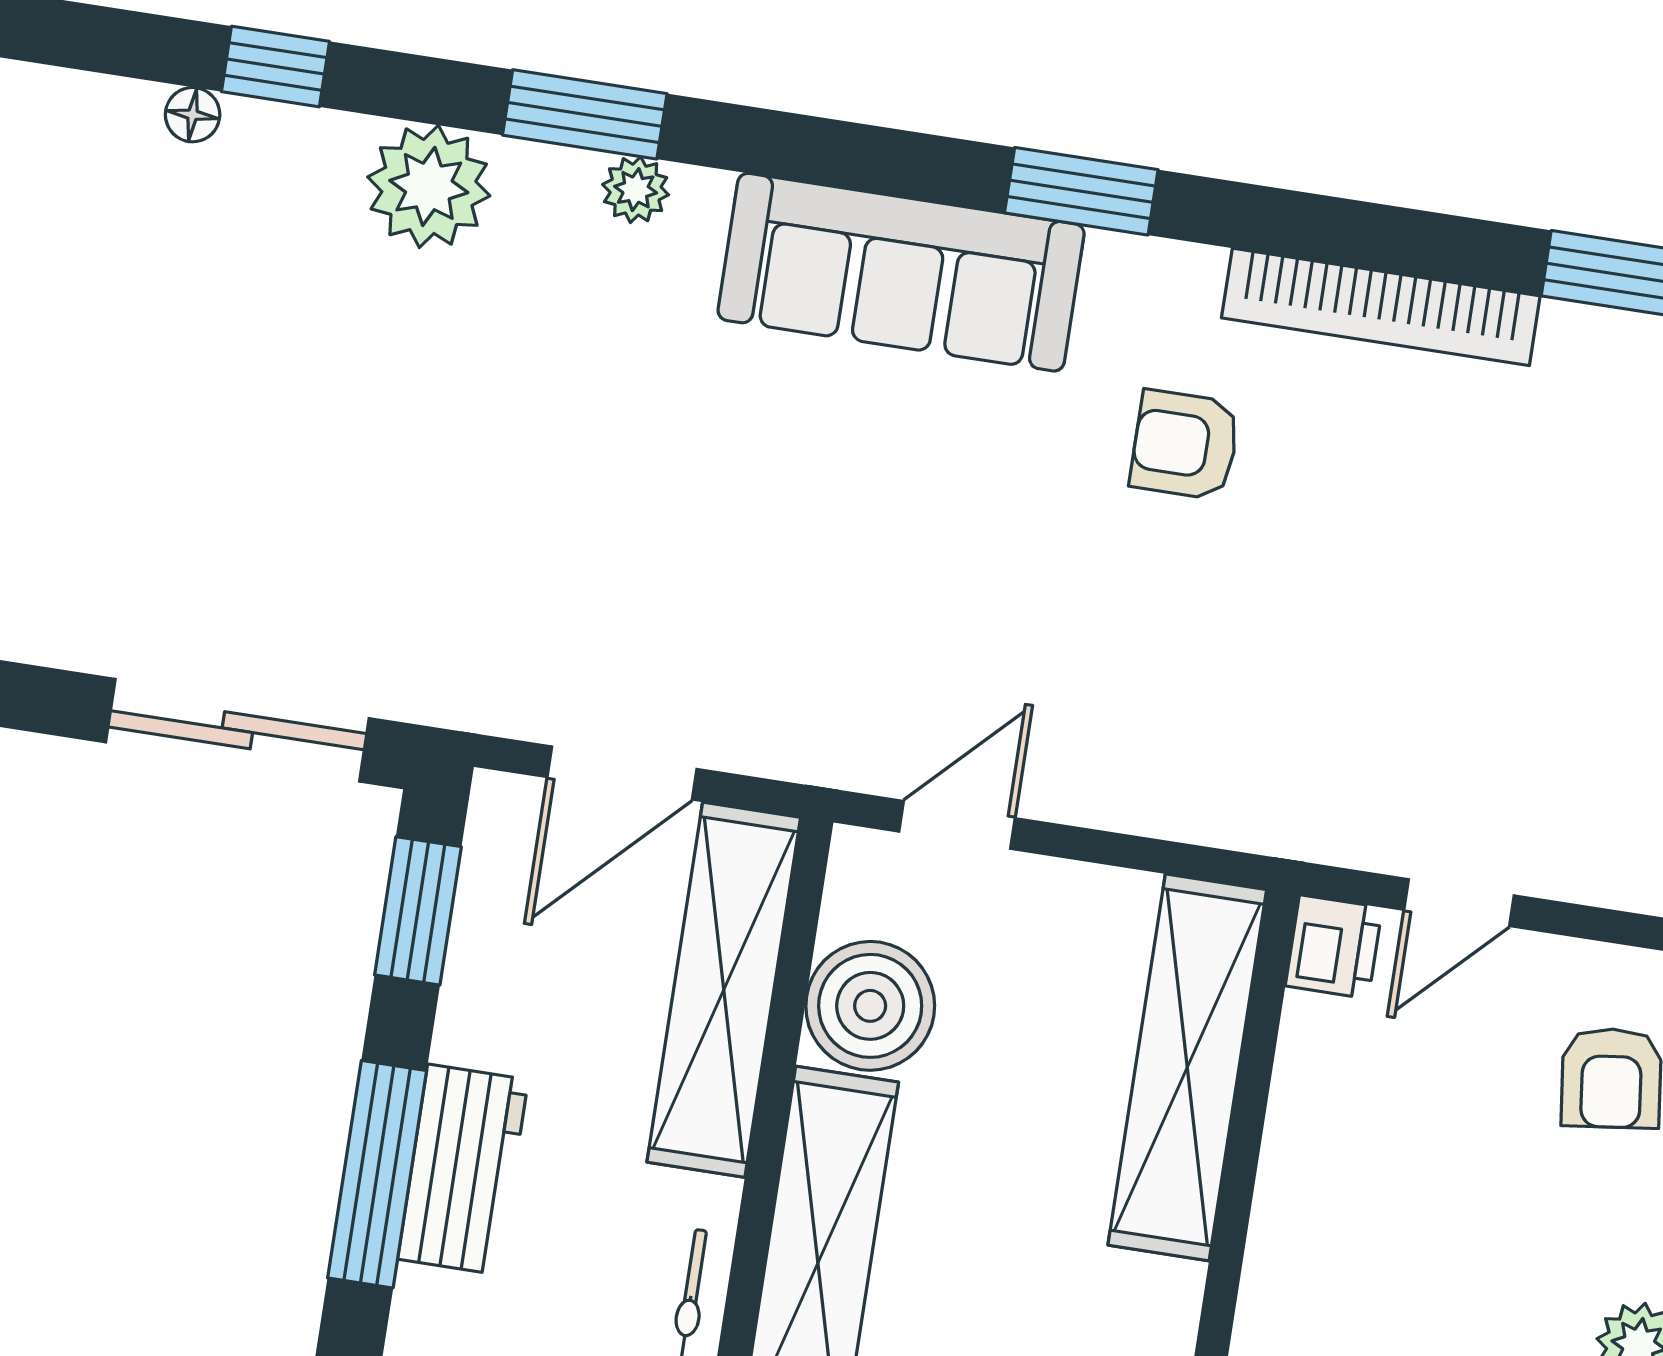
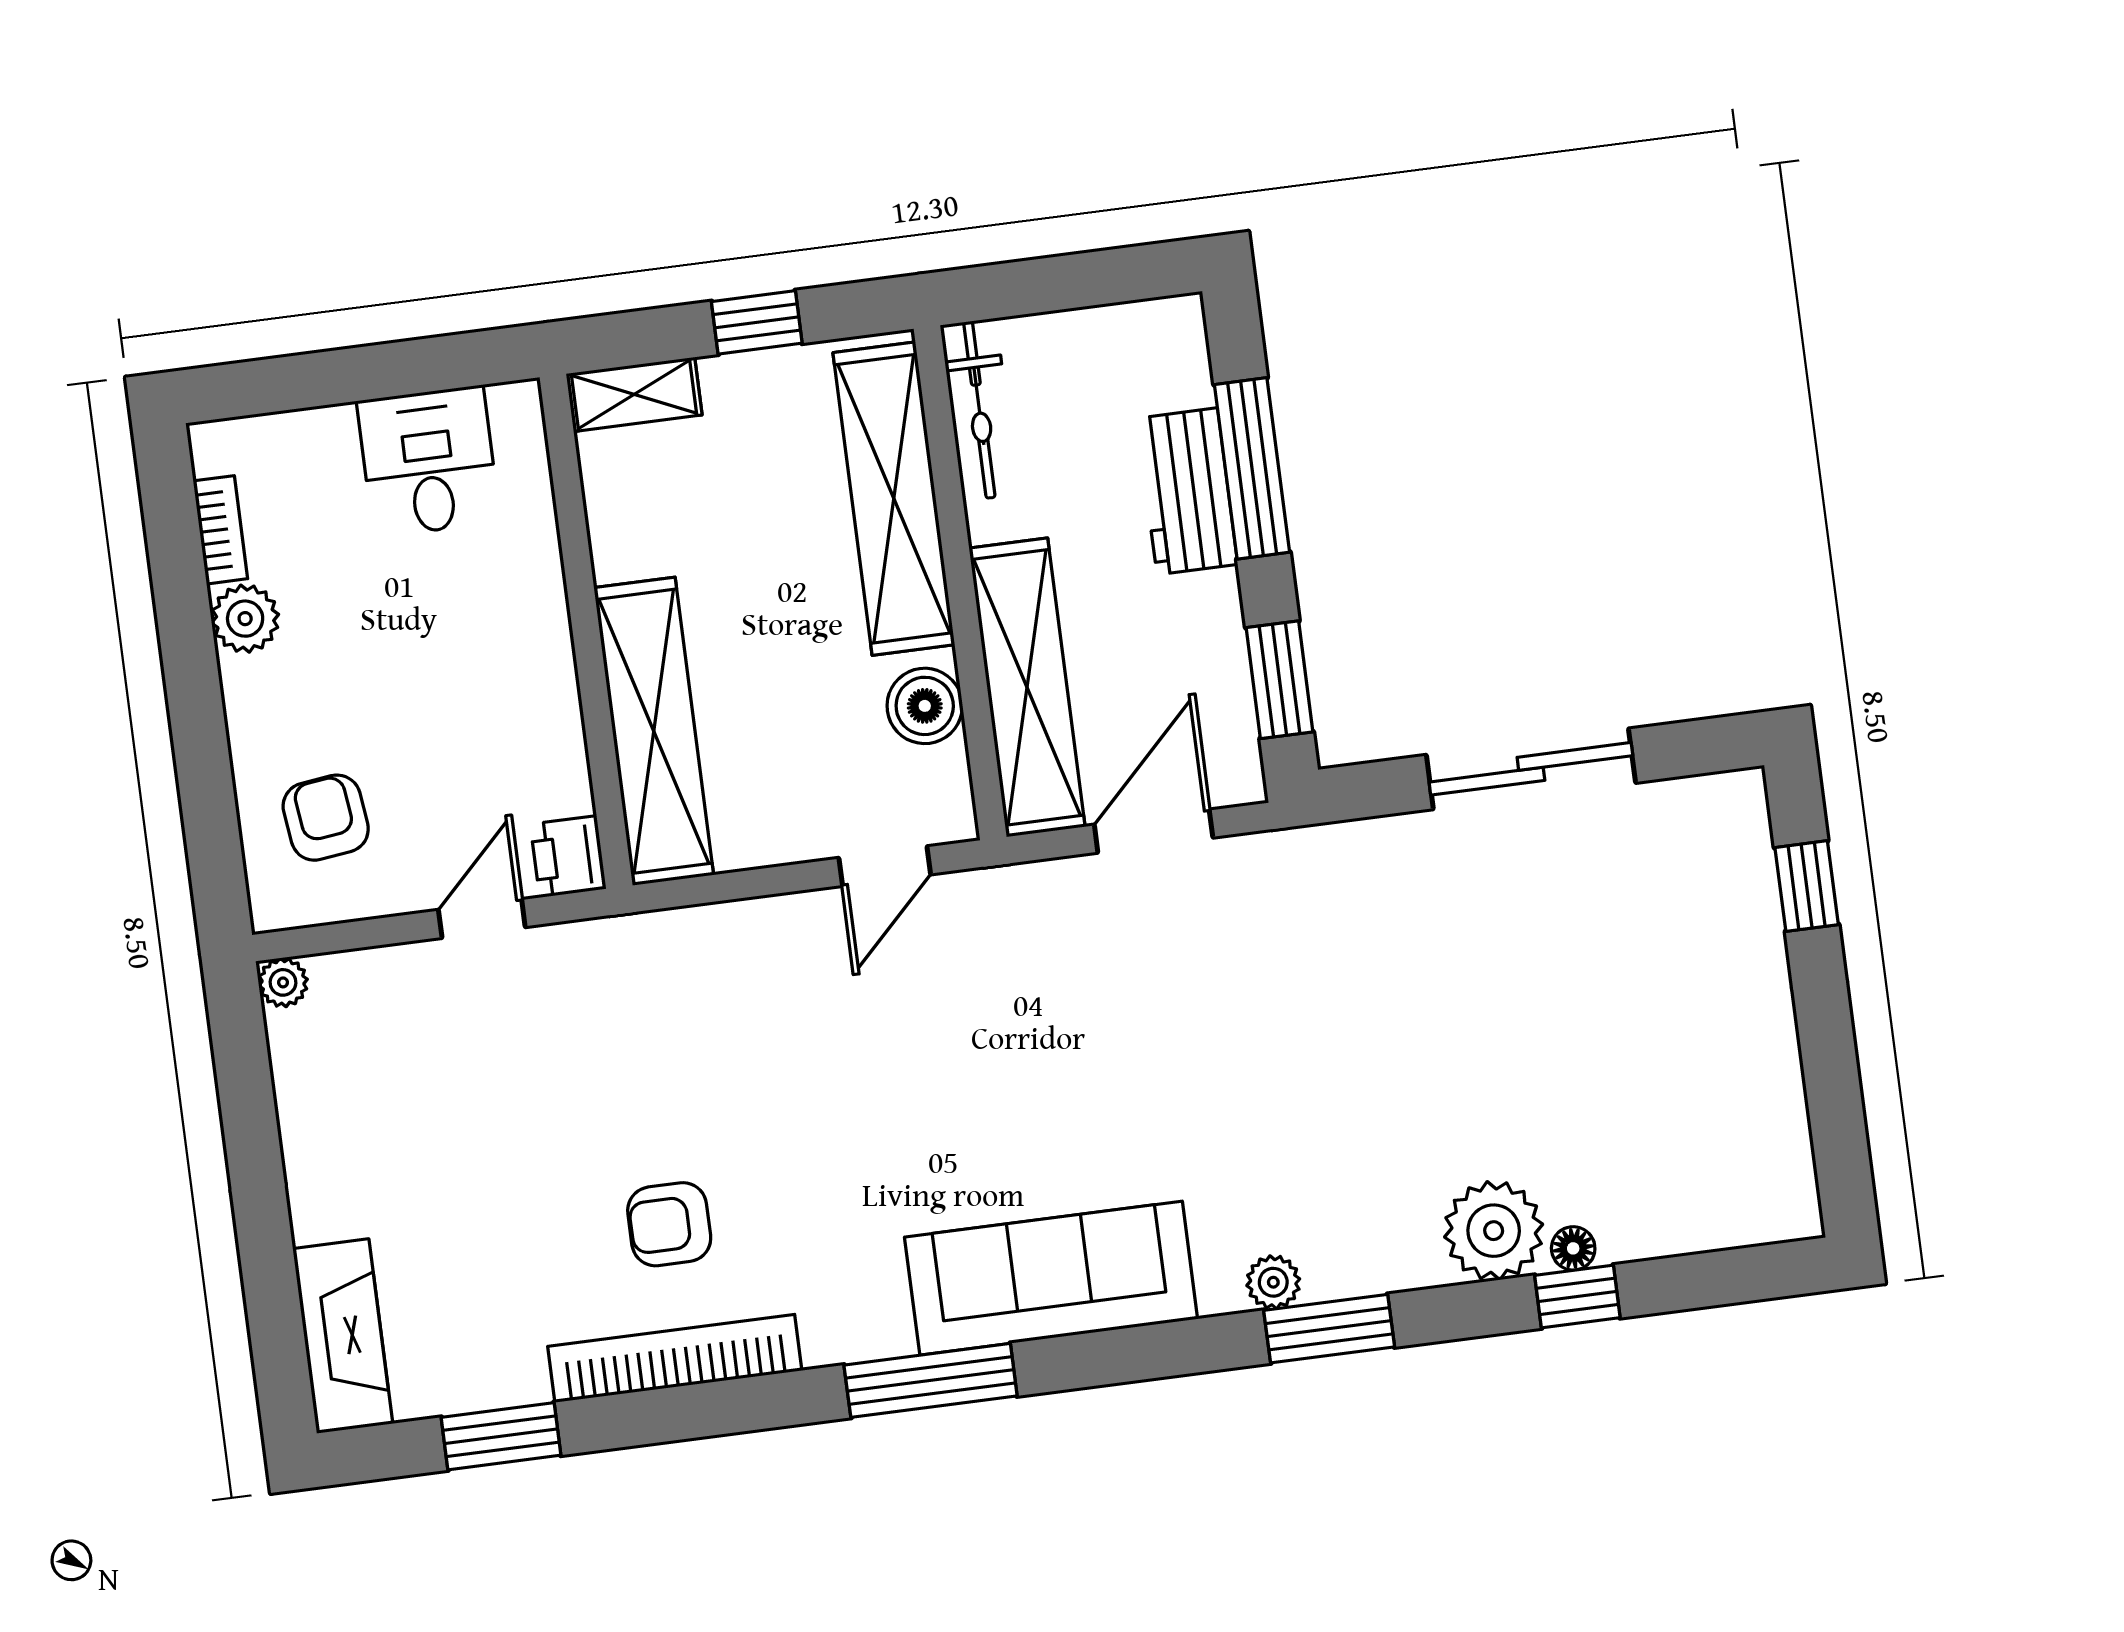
floor lamp: (193, 115) -> (1573, 1248), moved
plant: (429, 186) -> (1494, 1231), moved
window: (1081, 191) -> (931, 1380), width x1.44
armchair: (1185, 445) -> (669, 1224), moved, turned 180
sliding door: (237, 730) -> (1531, 769), moved
boiler: (870, 1006) -> (925, 706), width x0.73, depth x0.73

